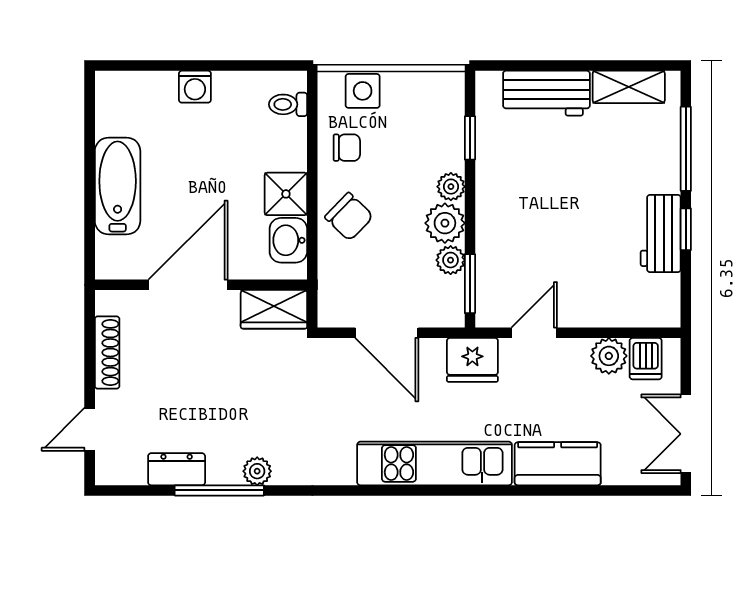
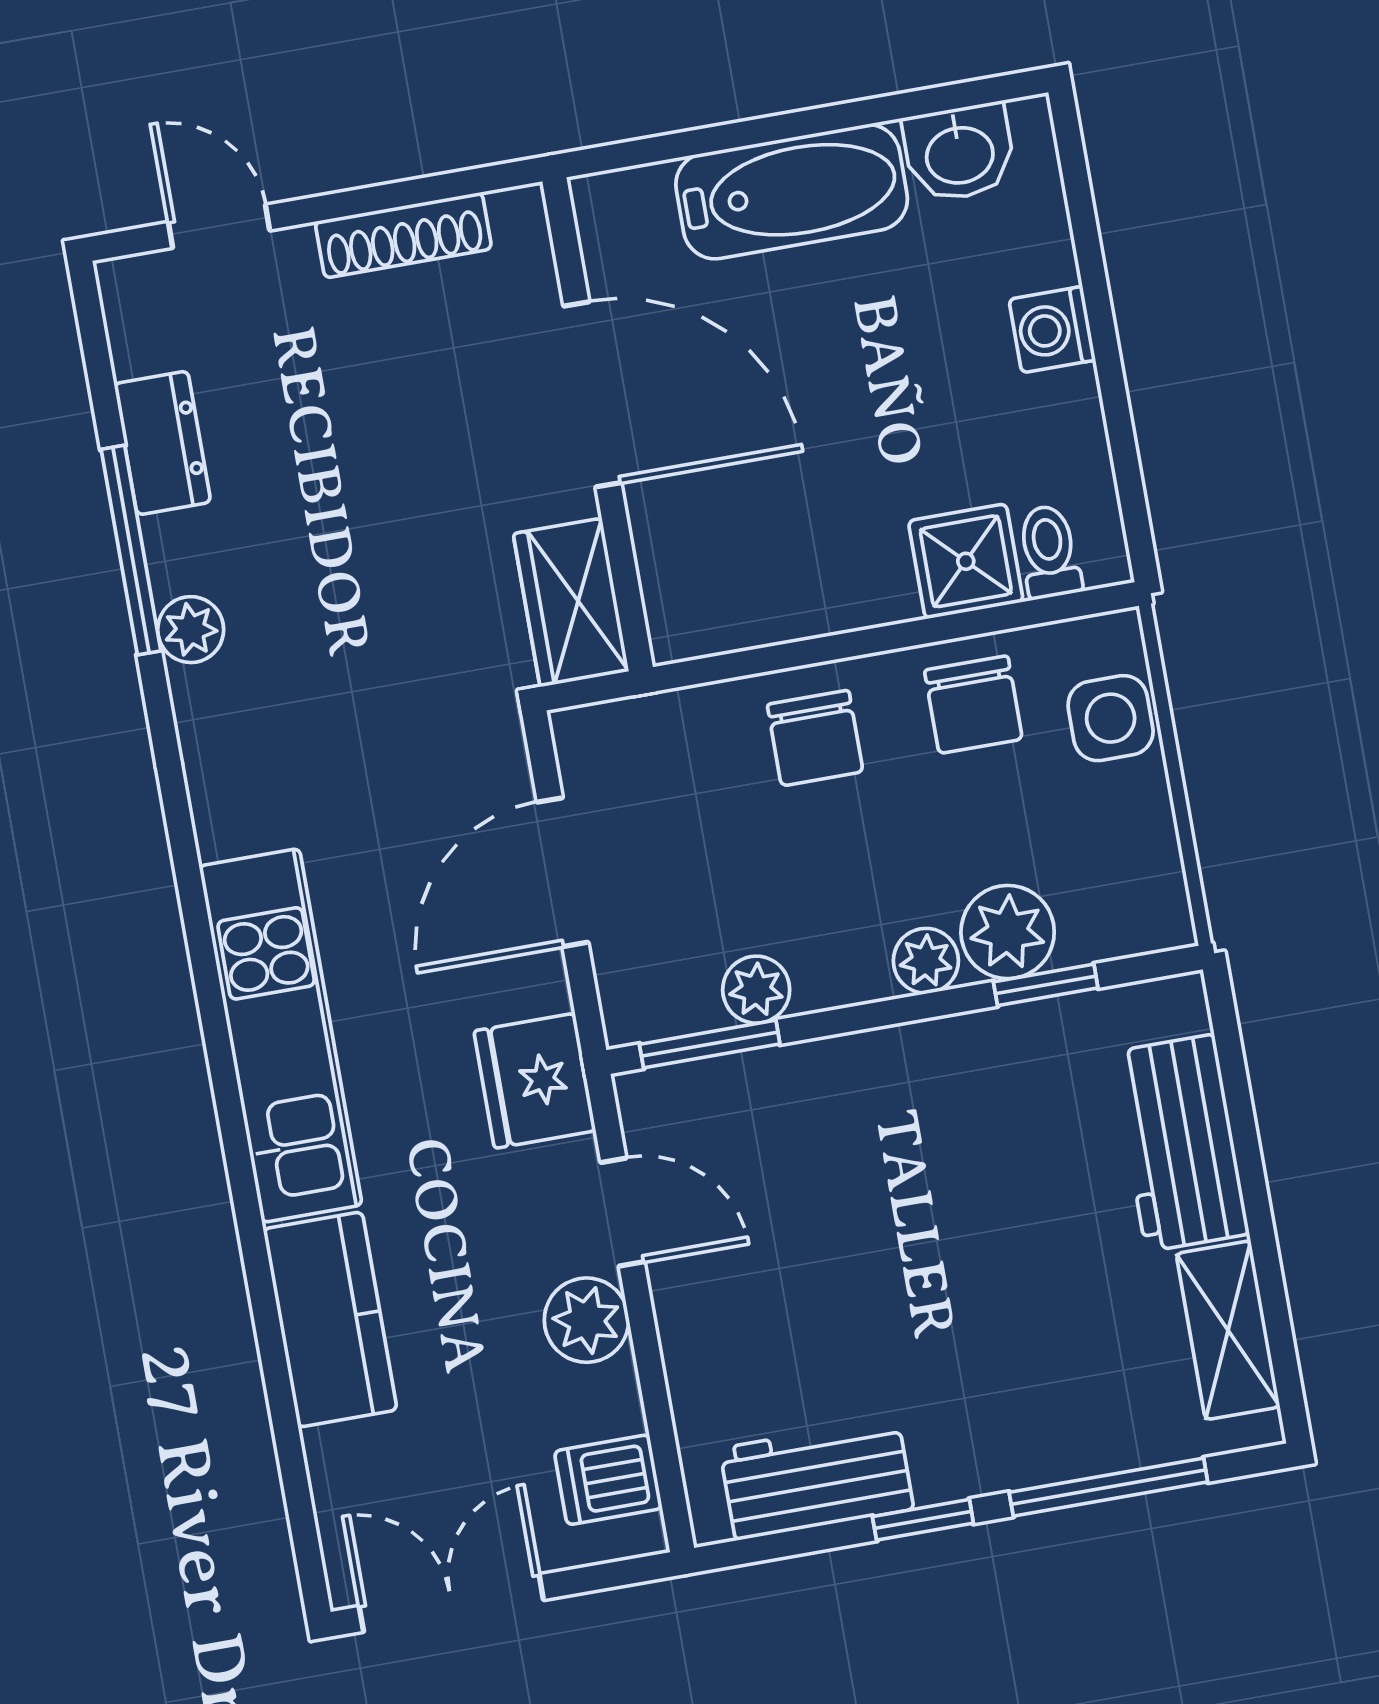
chair: (347, 148) -> (973, 705), width x1.37, depth x1.37
shower: (286, 194) -> (966, 561), moved
chair: (349, 217) -> (815, 738), turned -44
plant: (445, 223) -> (1008, 932), moved
workbench: (661, 234) -> (817, 1479), moved
washbasin: (288, 240) -> (959, 153), moved, turned 180
plant: (609, 356) -> (587, 1320), moved

